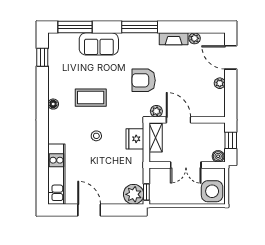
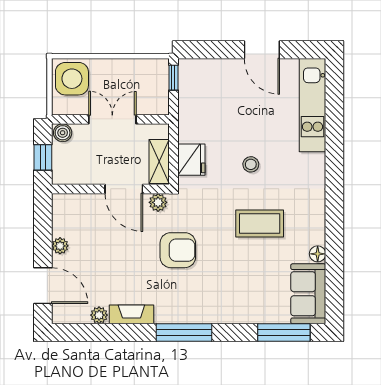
sofa: (99, 44) -> (308, 294), moved, turned -90
window: (42, 57) -> (334, 286), removed
floor lamp: (53, 104) -> (318, 254), moved
plant: (134, 194) -> (193, 74), removed

